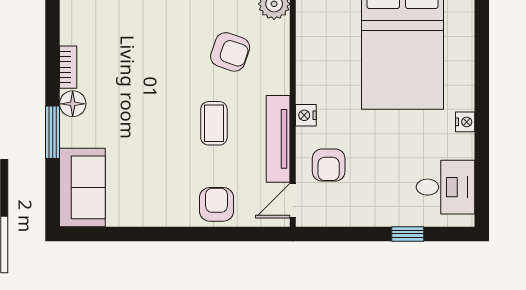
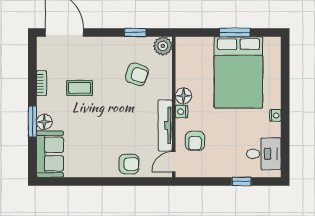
floor lamp: (309, 89) -> (183, 96), added
floor lamp: (73, 104) -> (44, 122), moved
coffee table: (214, 123) -> (80, 88), moved, turned 90
armchair: (217, 204) -> (129, 164), turned 90

